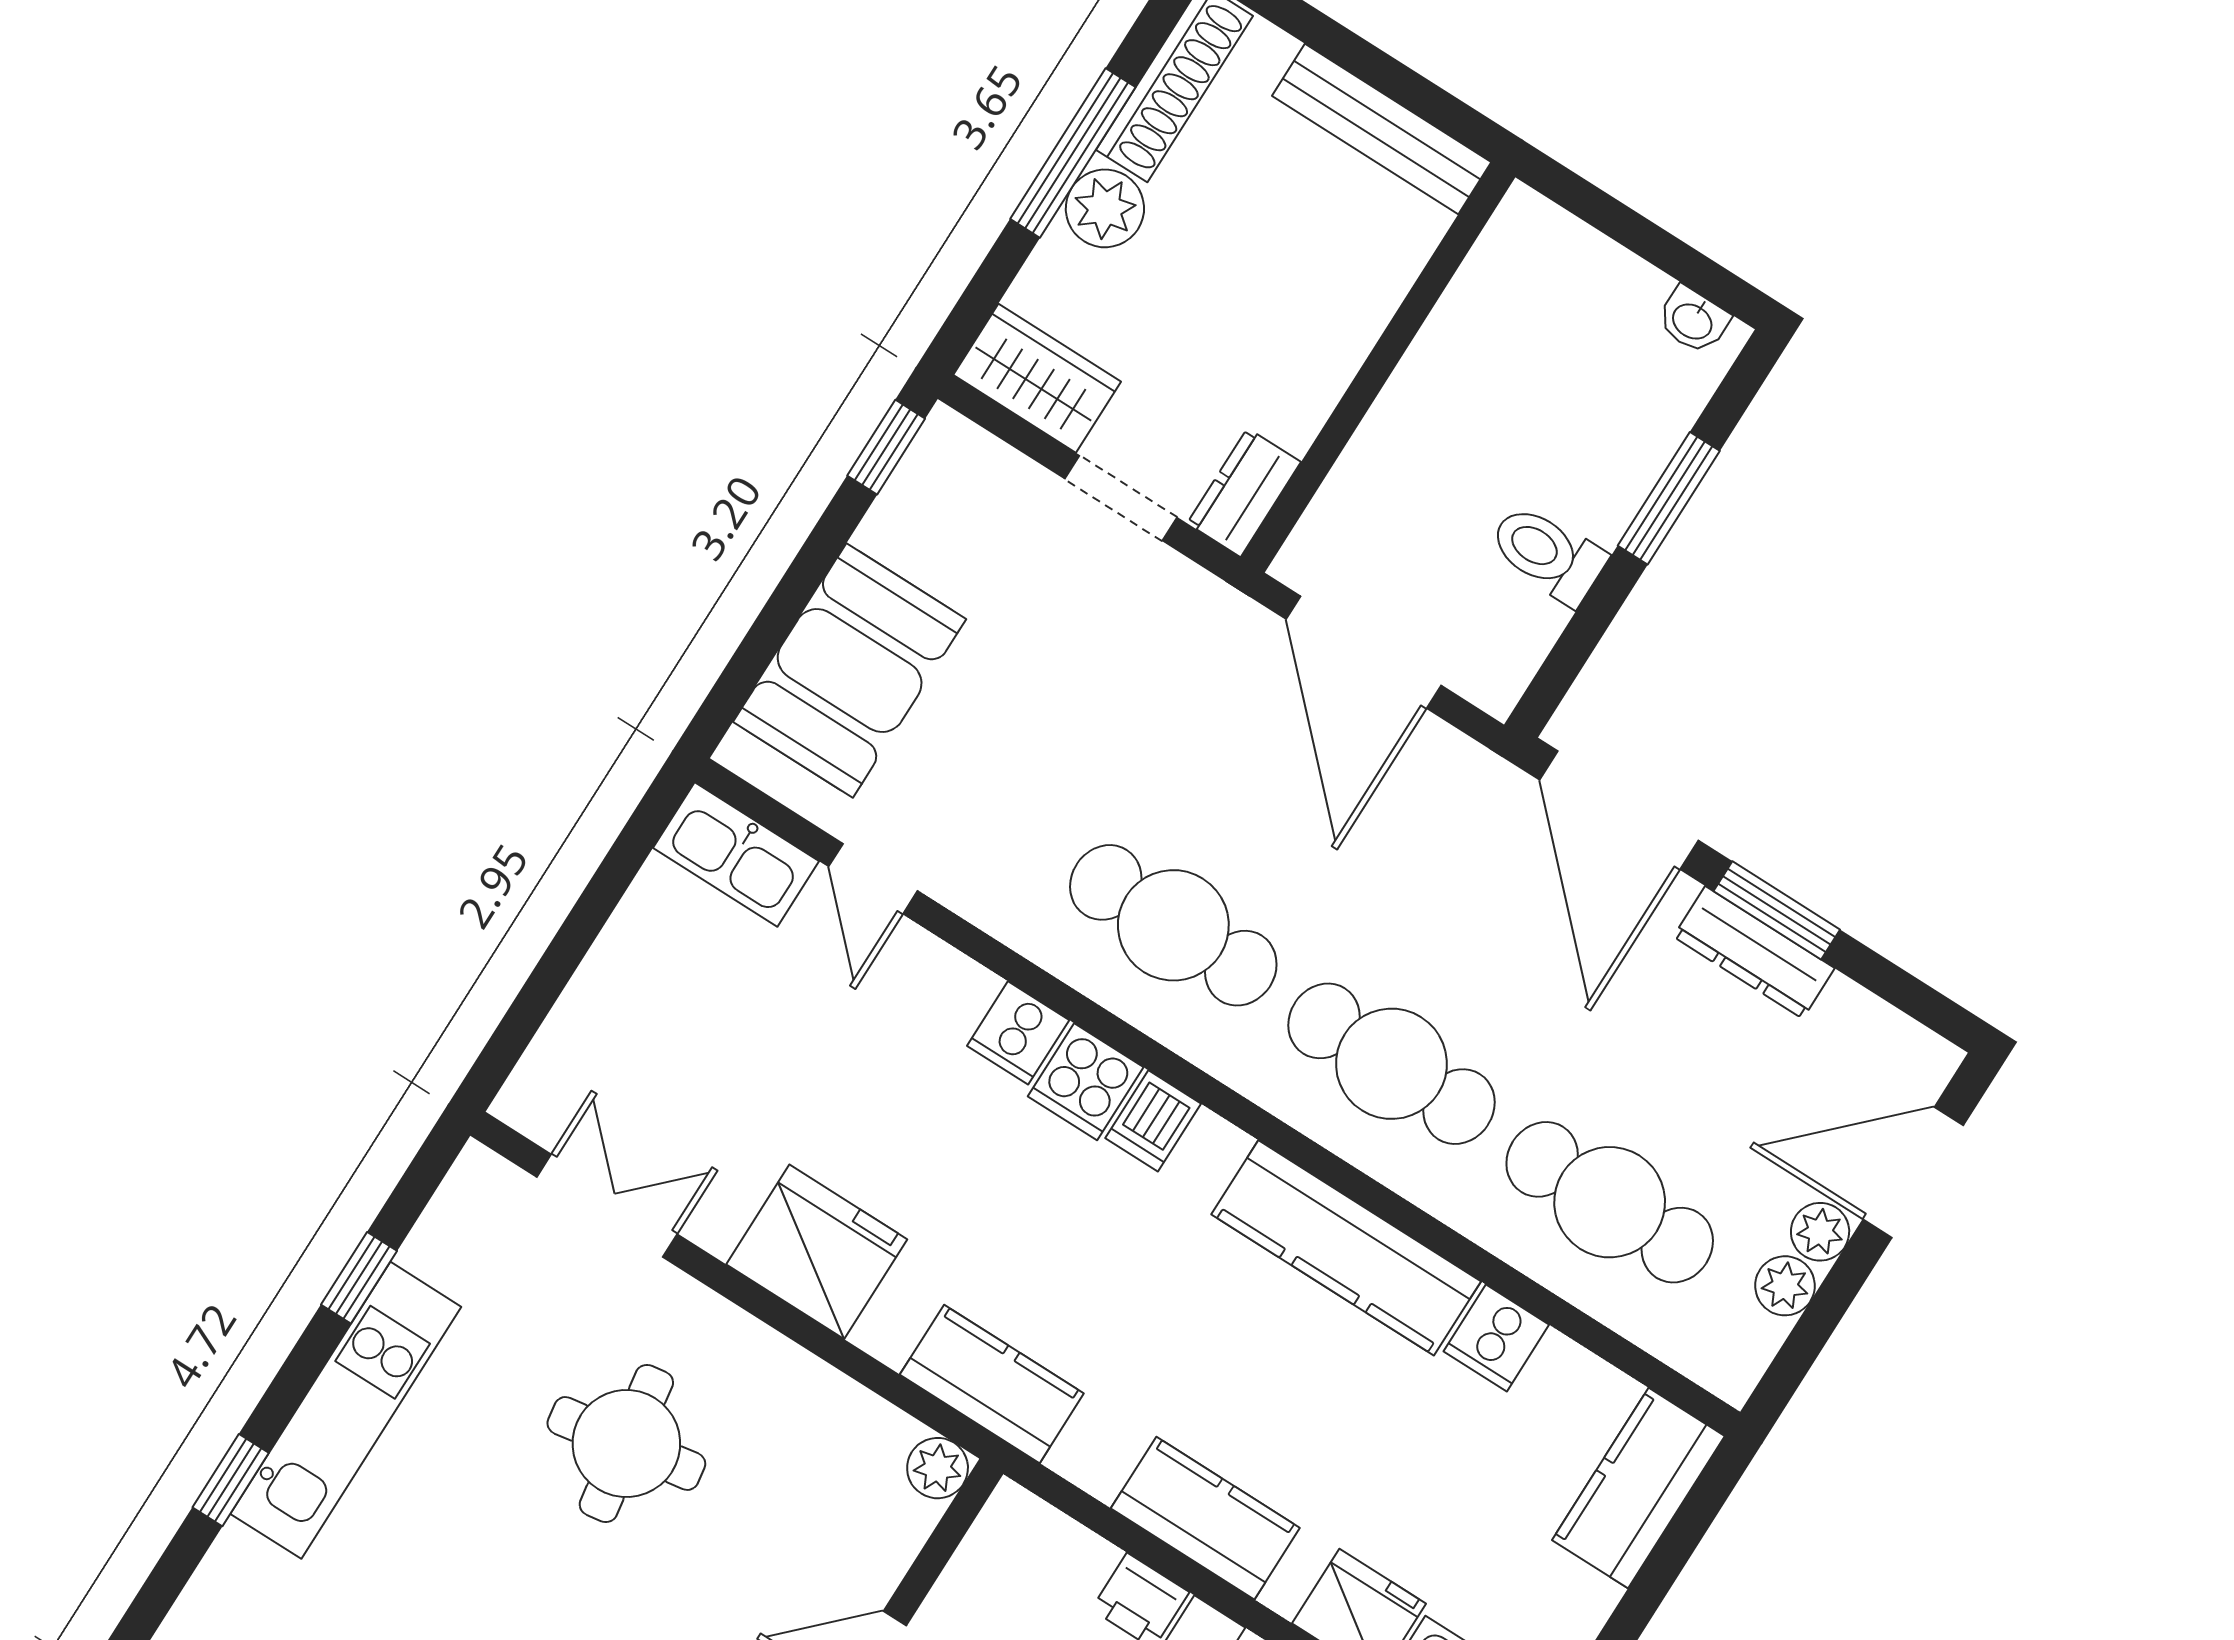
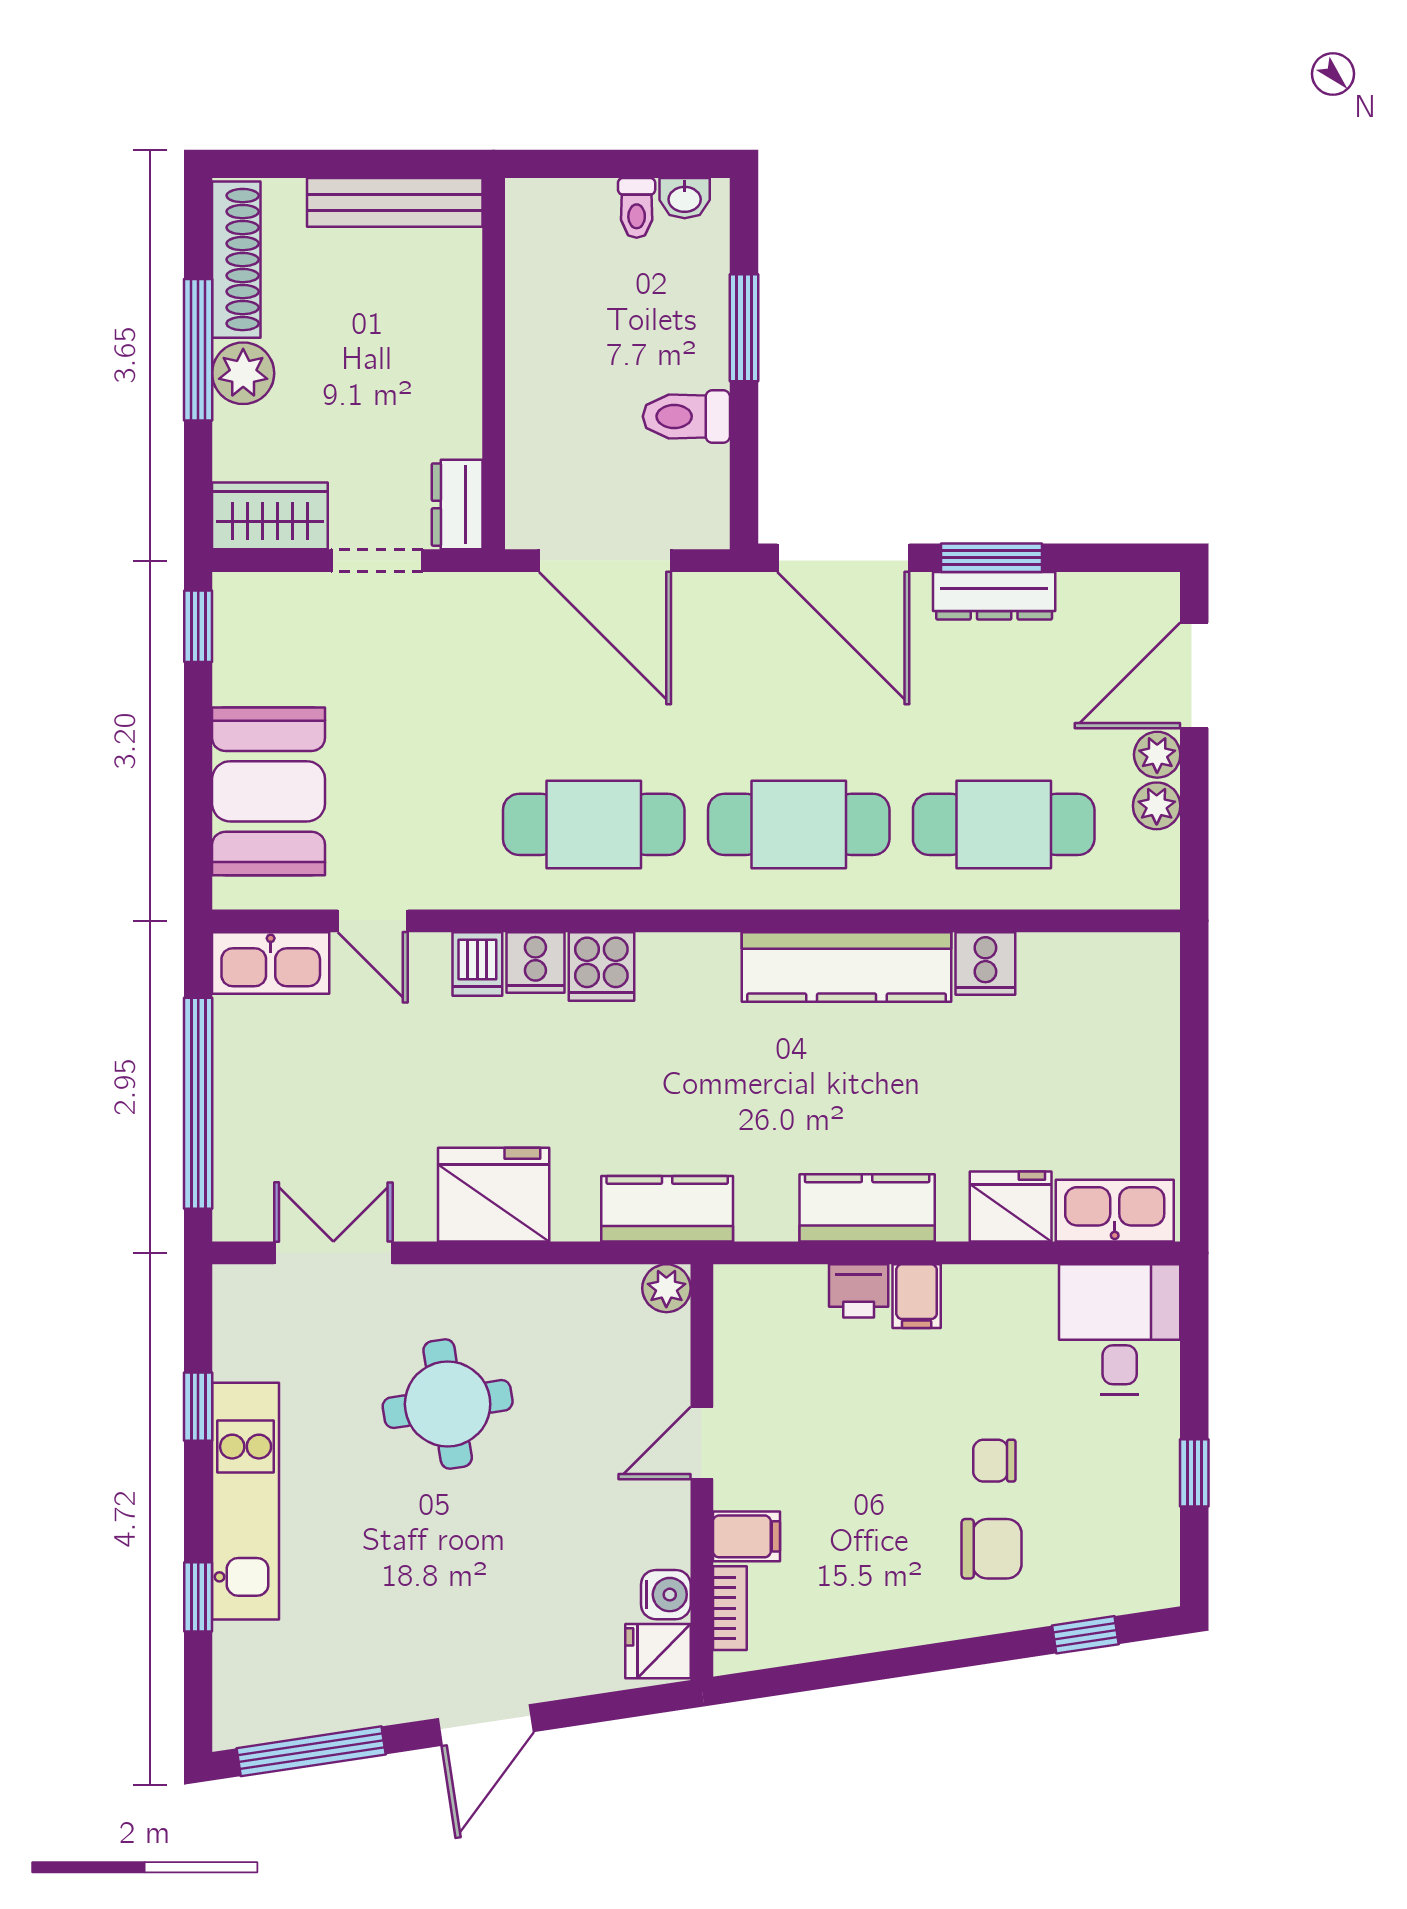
toilet: (1635, 298) -> (637, 208), added
window: (564, 955) -> (198, 1103), added
dishwasher: (1153, 1121) -> (477, 964), moved
kitchen counter: (1638, 1488) -> (1144, 1004), removed

